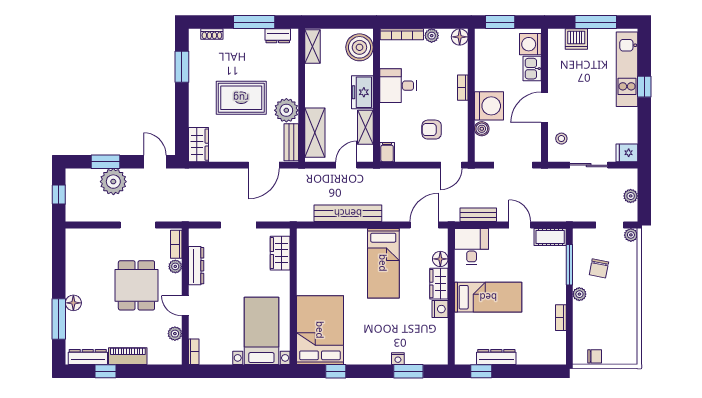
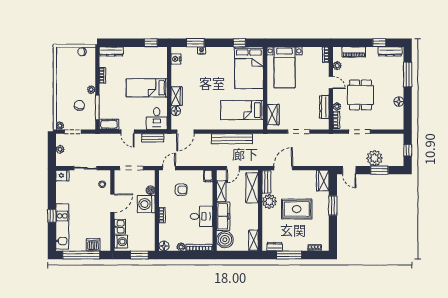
window: (596, 22) -> (81, 255), width x1.46
window: (182, 67) -> (333, 206), moved
freezer: (362, 92) -> (223, 216), width x1.40
bed: (383, 263) -> (242, 110), moved, turned -90
floor lamp: (73, 303) -> (399, 102), moved
nightstand: (440, 309) -> (176, 59), moved
piano: (128, 356) -> (354, 52), moved
dresser: (496, 357) -> (111, 51), moved

